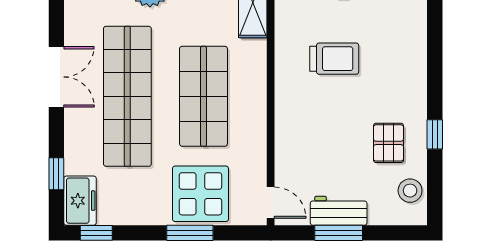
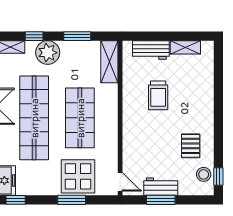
trolley: (334, 59) -> (158, 95), turned 90
window: (435, 134) -> (218, 177), moved

